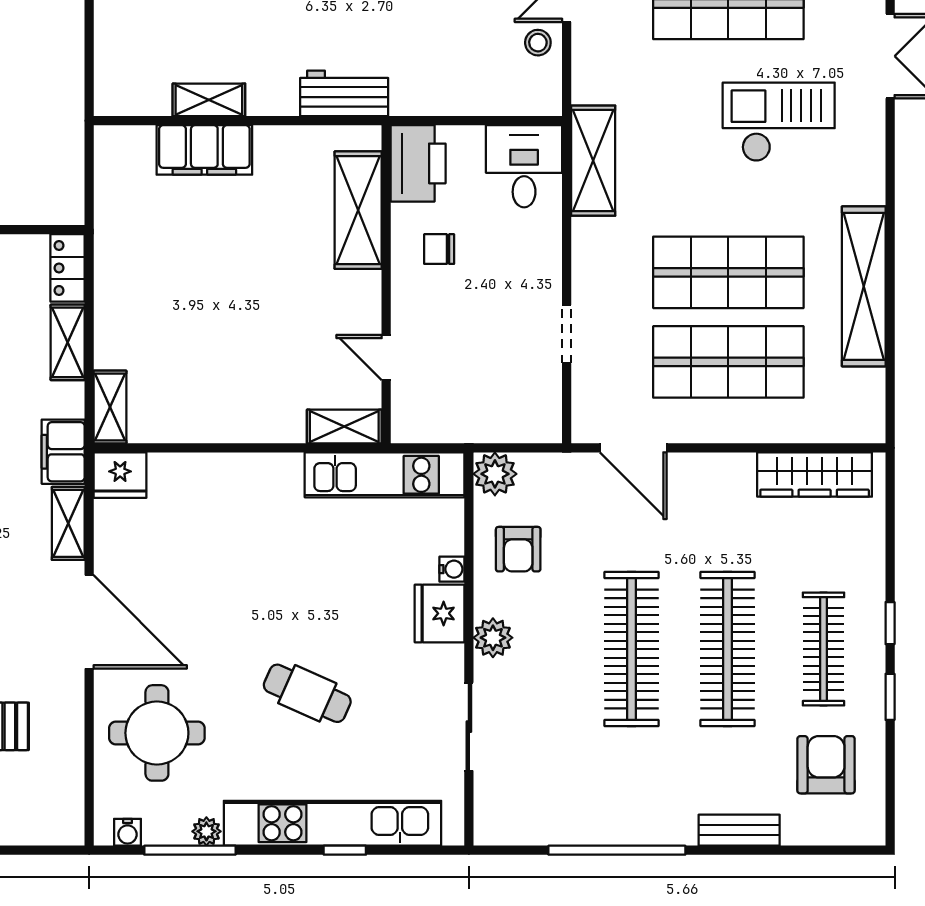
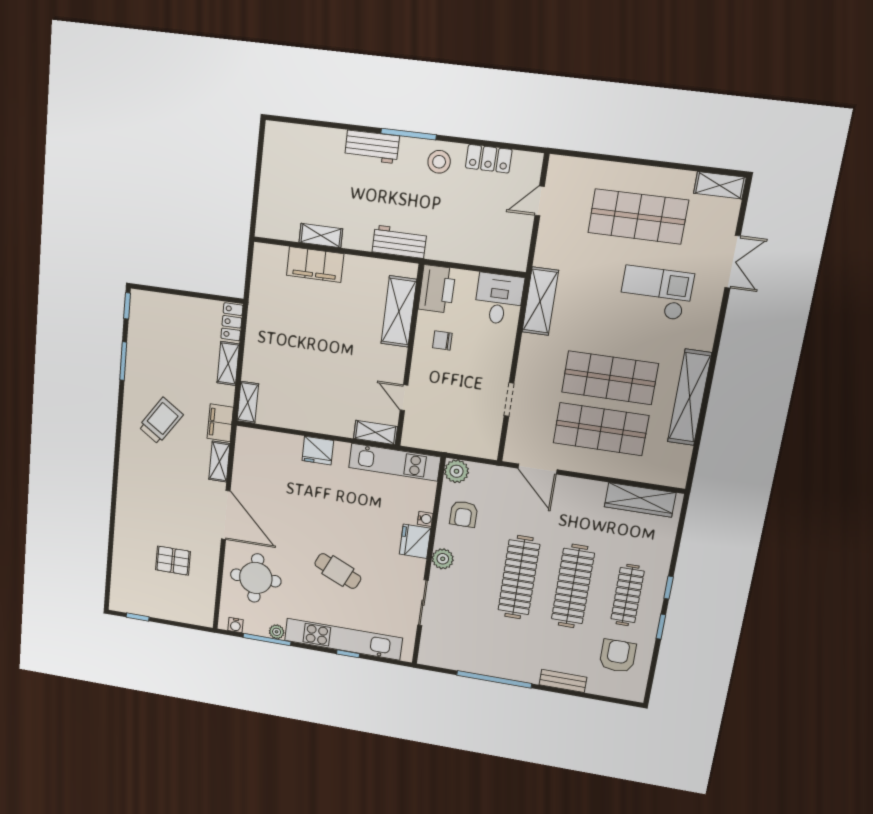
stool: (538, 43) -> (518, 226), removed
fridge: (120, 475) -> (318, 451), moved

